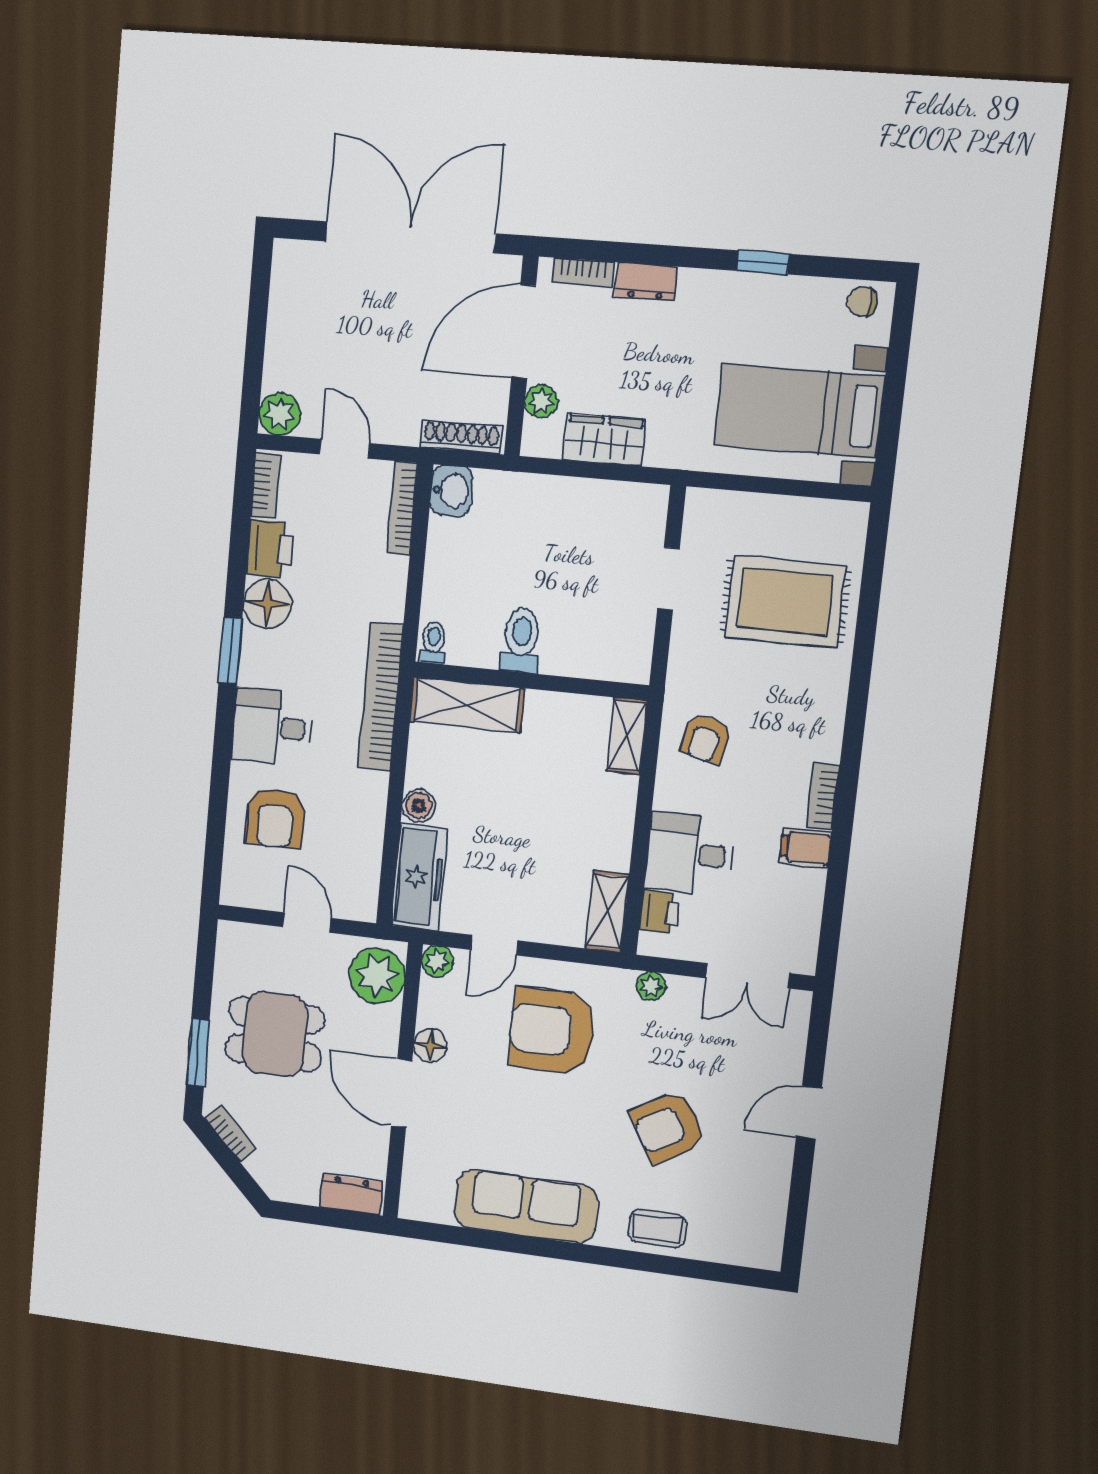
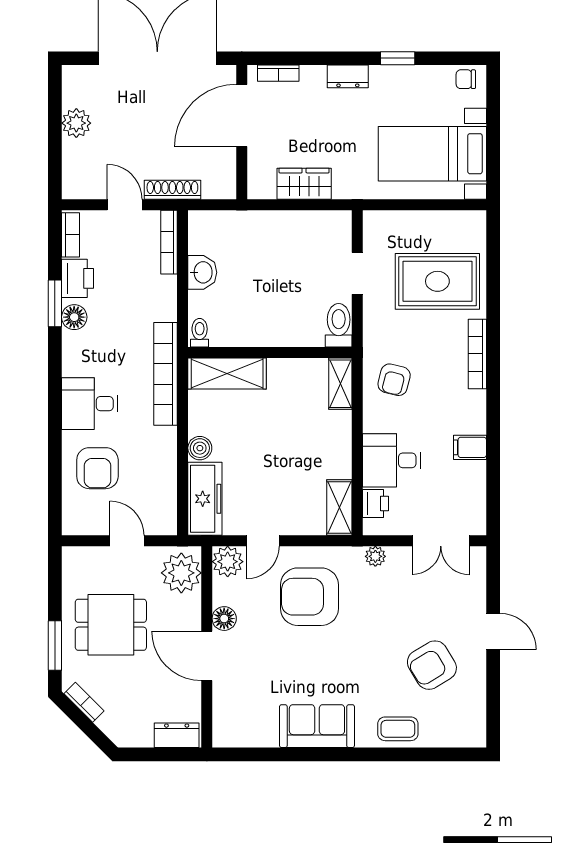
dresser: (646, 282) -> (348, 76), moved
plant: (541, 401) -> (258, 161), removed
plant: (280, 414) -> (76, 123), moved
shoe rack: (461, 437) -> (172, 190), moved
washbasin: (451, 491) -> (202, 272), moved
floor lamp: (267, 604) -> (74, 317), width x0.73, depth x0.73
toilet: (521, 640) -> (339, 325), moved
window: (230, 651) -> (55, 303), moved
bookcase: (823, 796) -> (477, 354), moved, width x1.56
plant: (437, 961) -> (228, 562), width x1.38, depth x1.38
door: (809, 1112) -> (493, 631), swing flipped
armchair: (668, 1127) -> (432, 665), moved
sofa: (526, 1206) -> (317, 726), width x0.73

